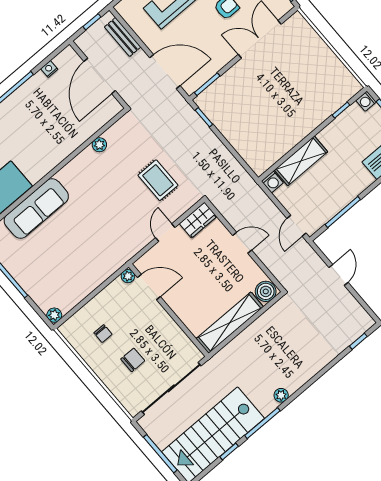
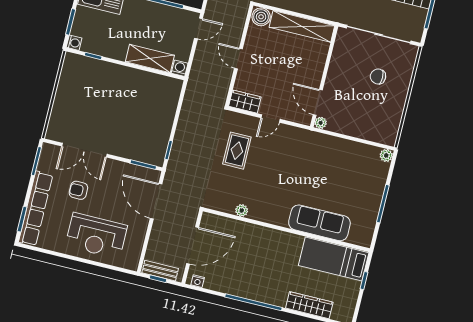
bench: (123, 37) -> (160, 271), moved, turned 90
nightstand: (49, 69) -> (198, 281), moved
chair: (103, 334) -> (374, 111), removed

